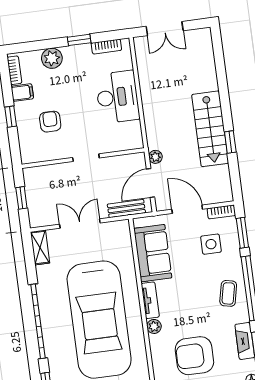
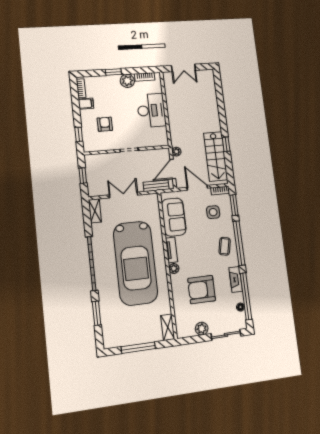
window: (79, 40) -> (113, 72), moved
plant: (52, 58) -> (127, 81), moved
window: (11, 117) -> (79, 134), moved
stairs: (210, 129) -> (216, 156), moved

